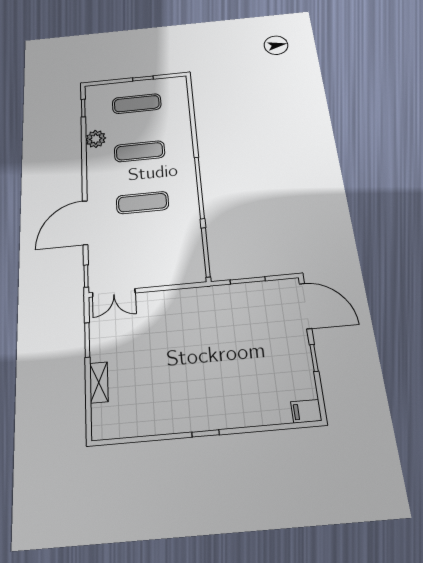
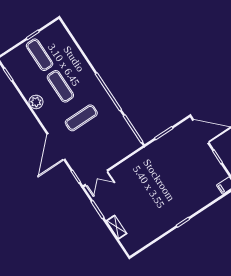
exercise mat: (137, 104) -> (40, 55), turned 90
plant: (96, 139) -> (36, 102), moved
exercise mat: (139, 151) -> (60, 86), turned 90

